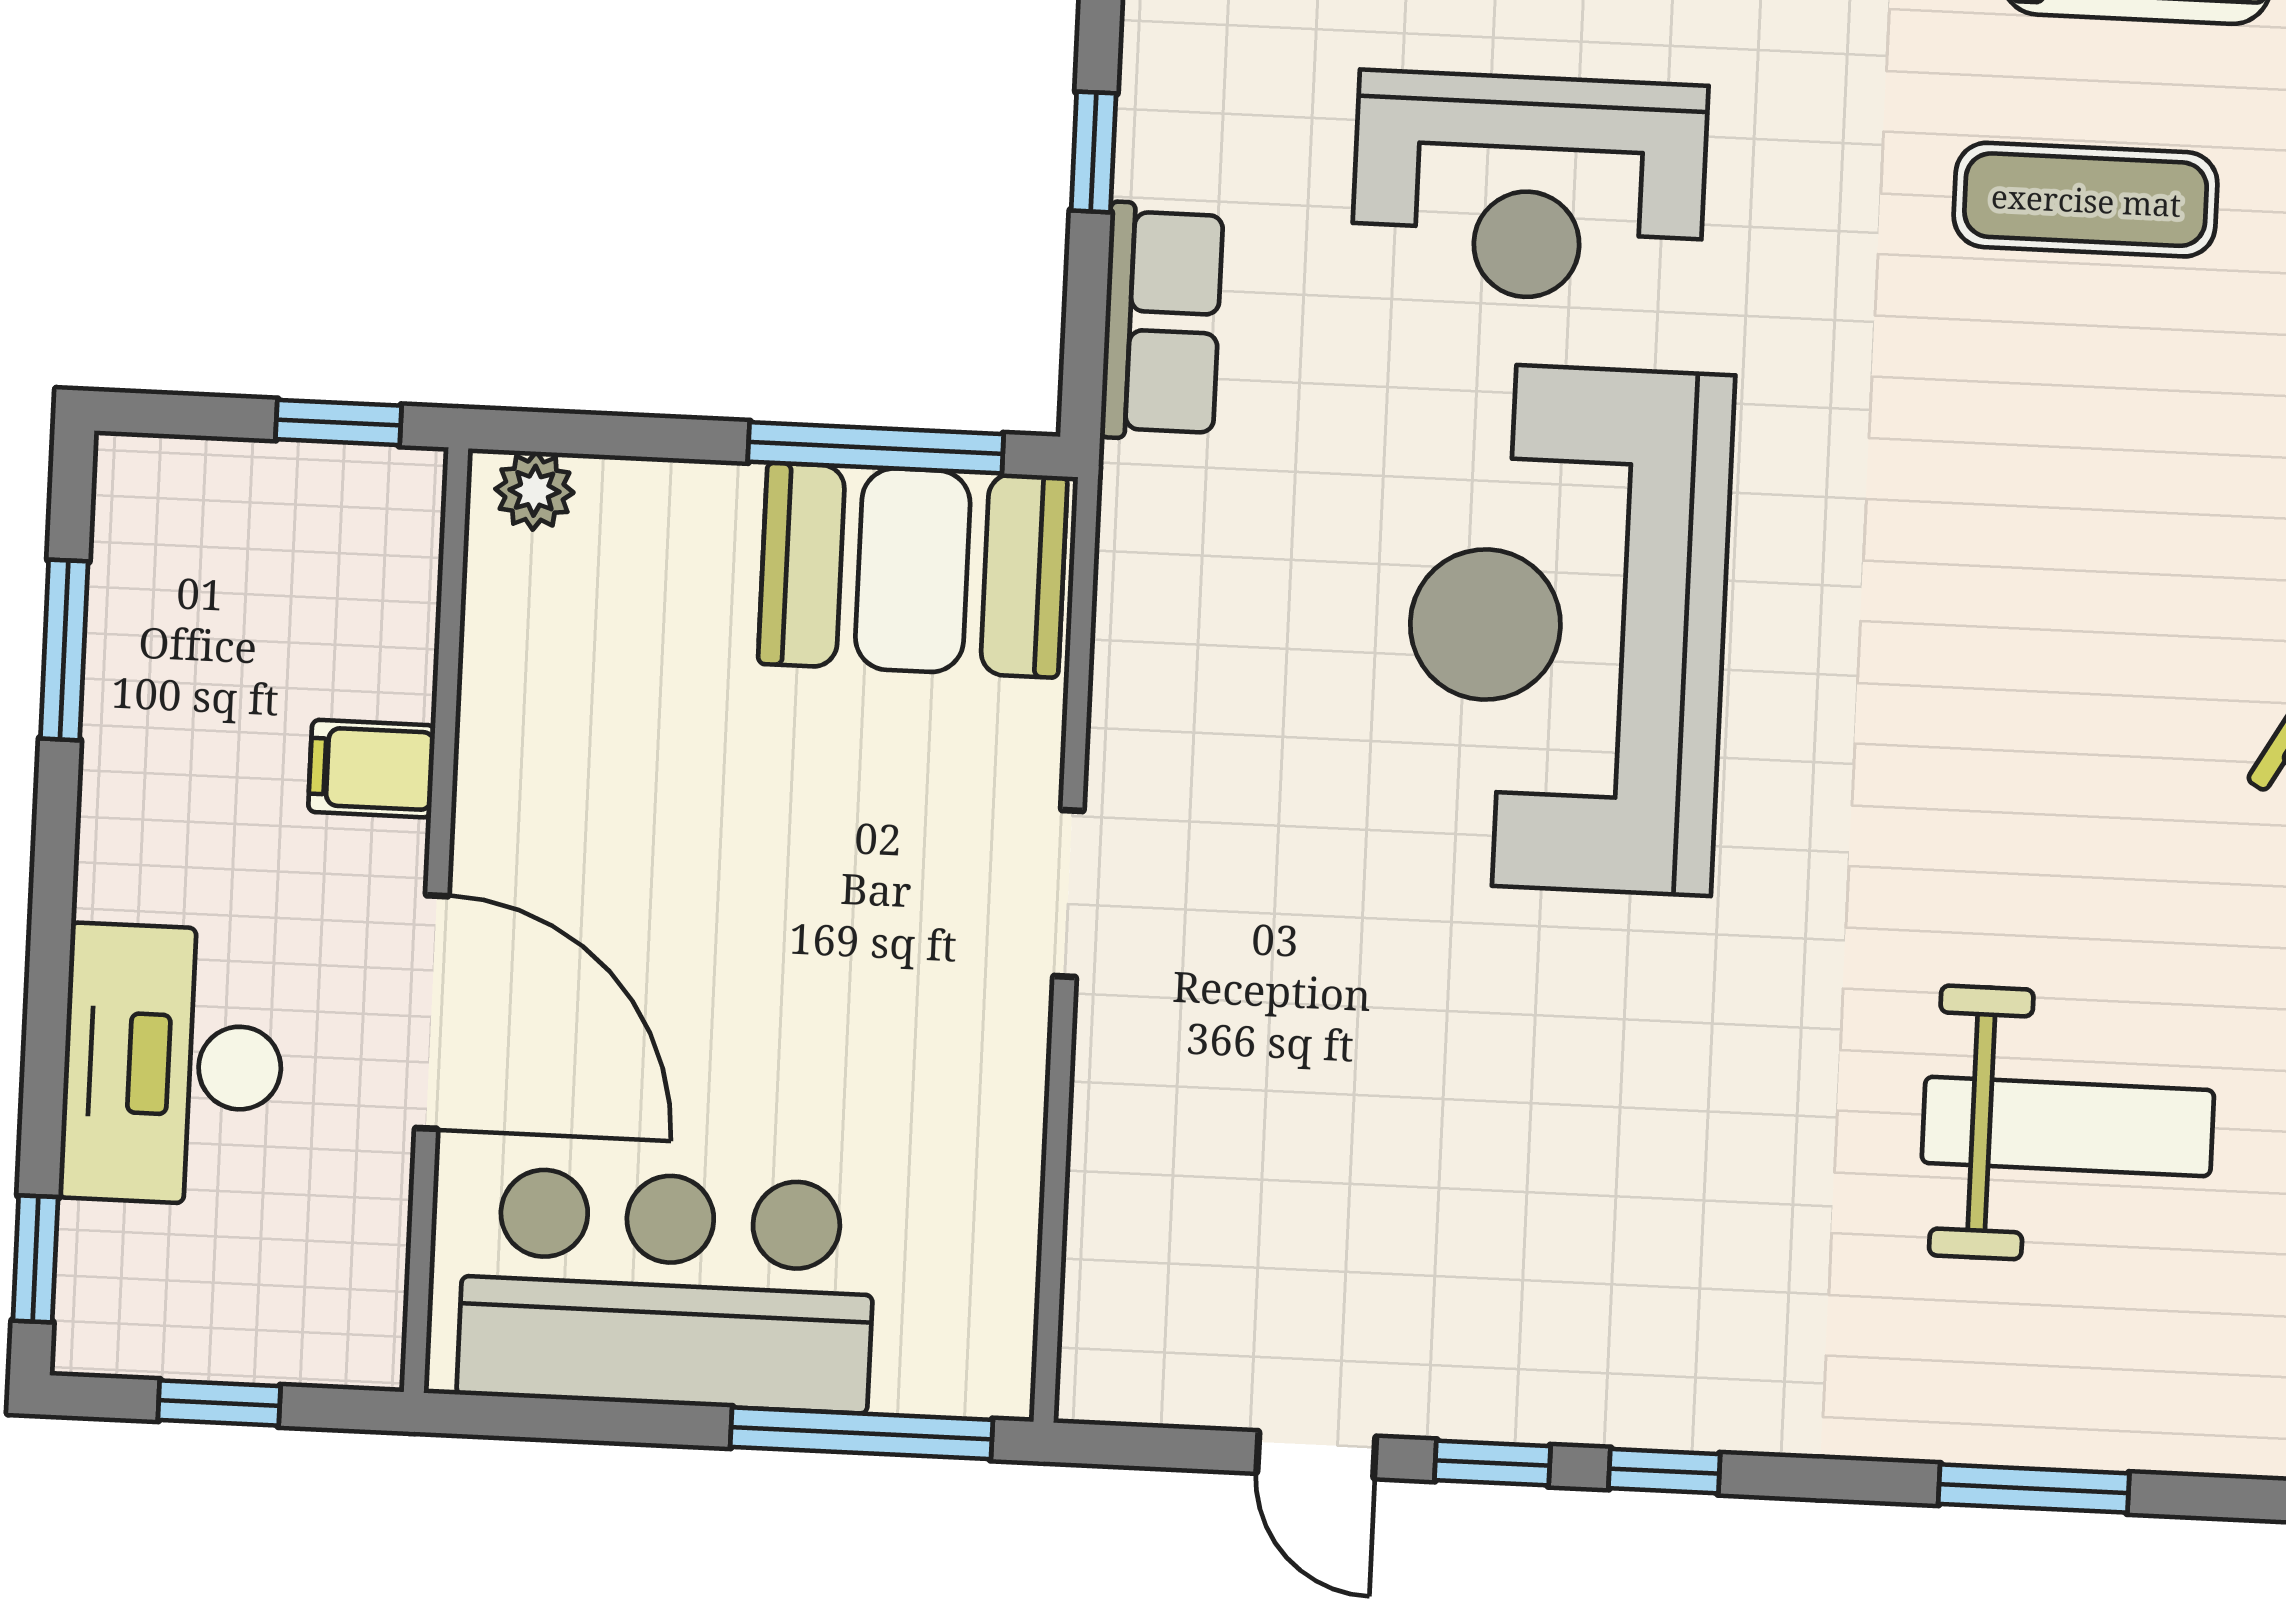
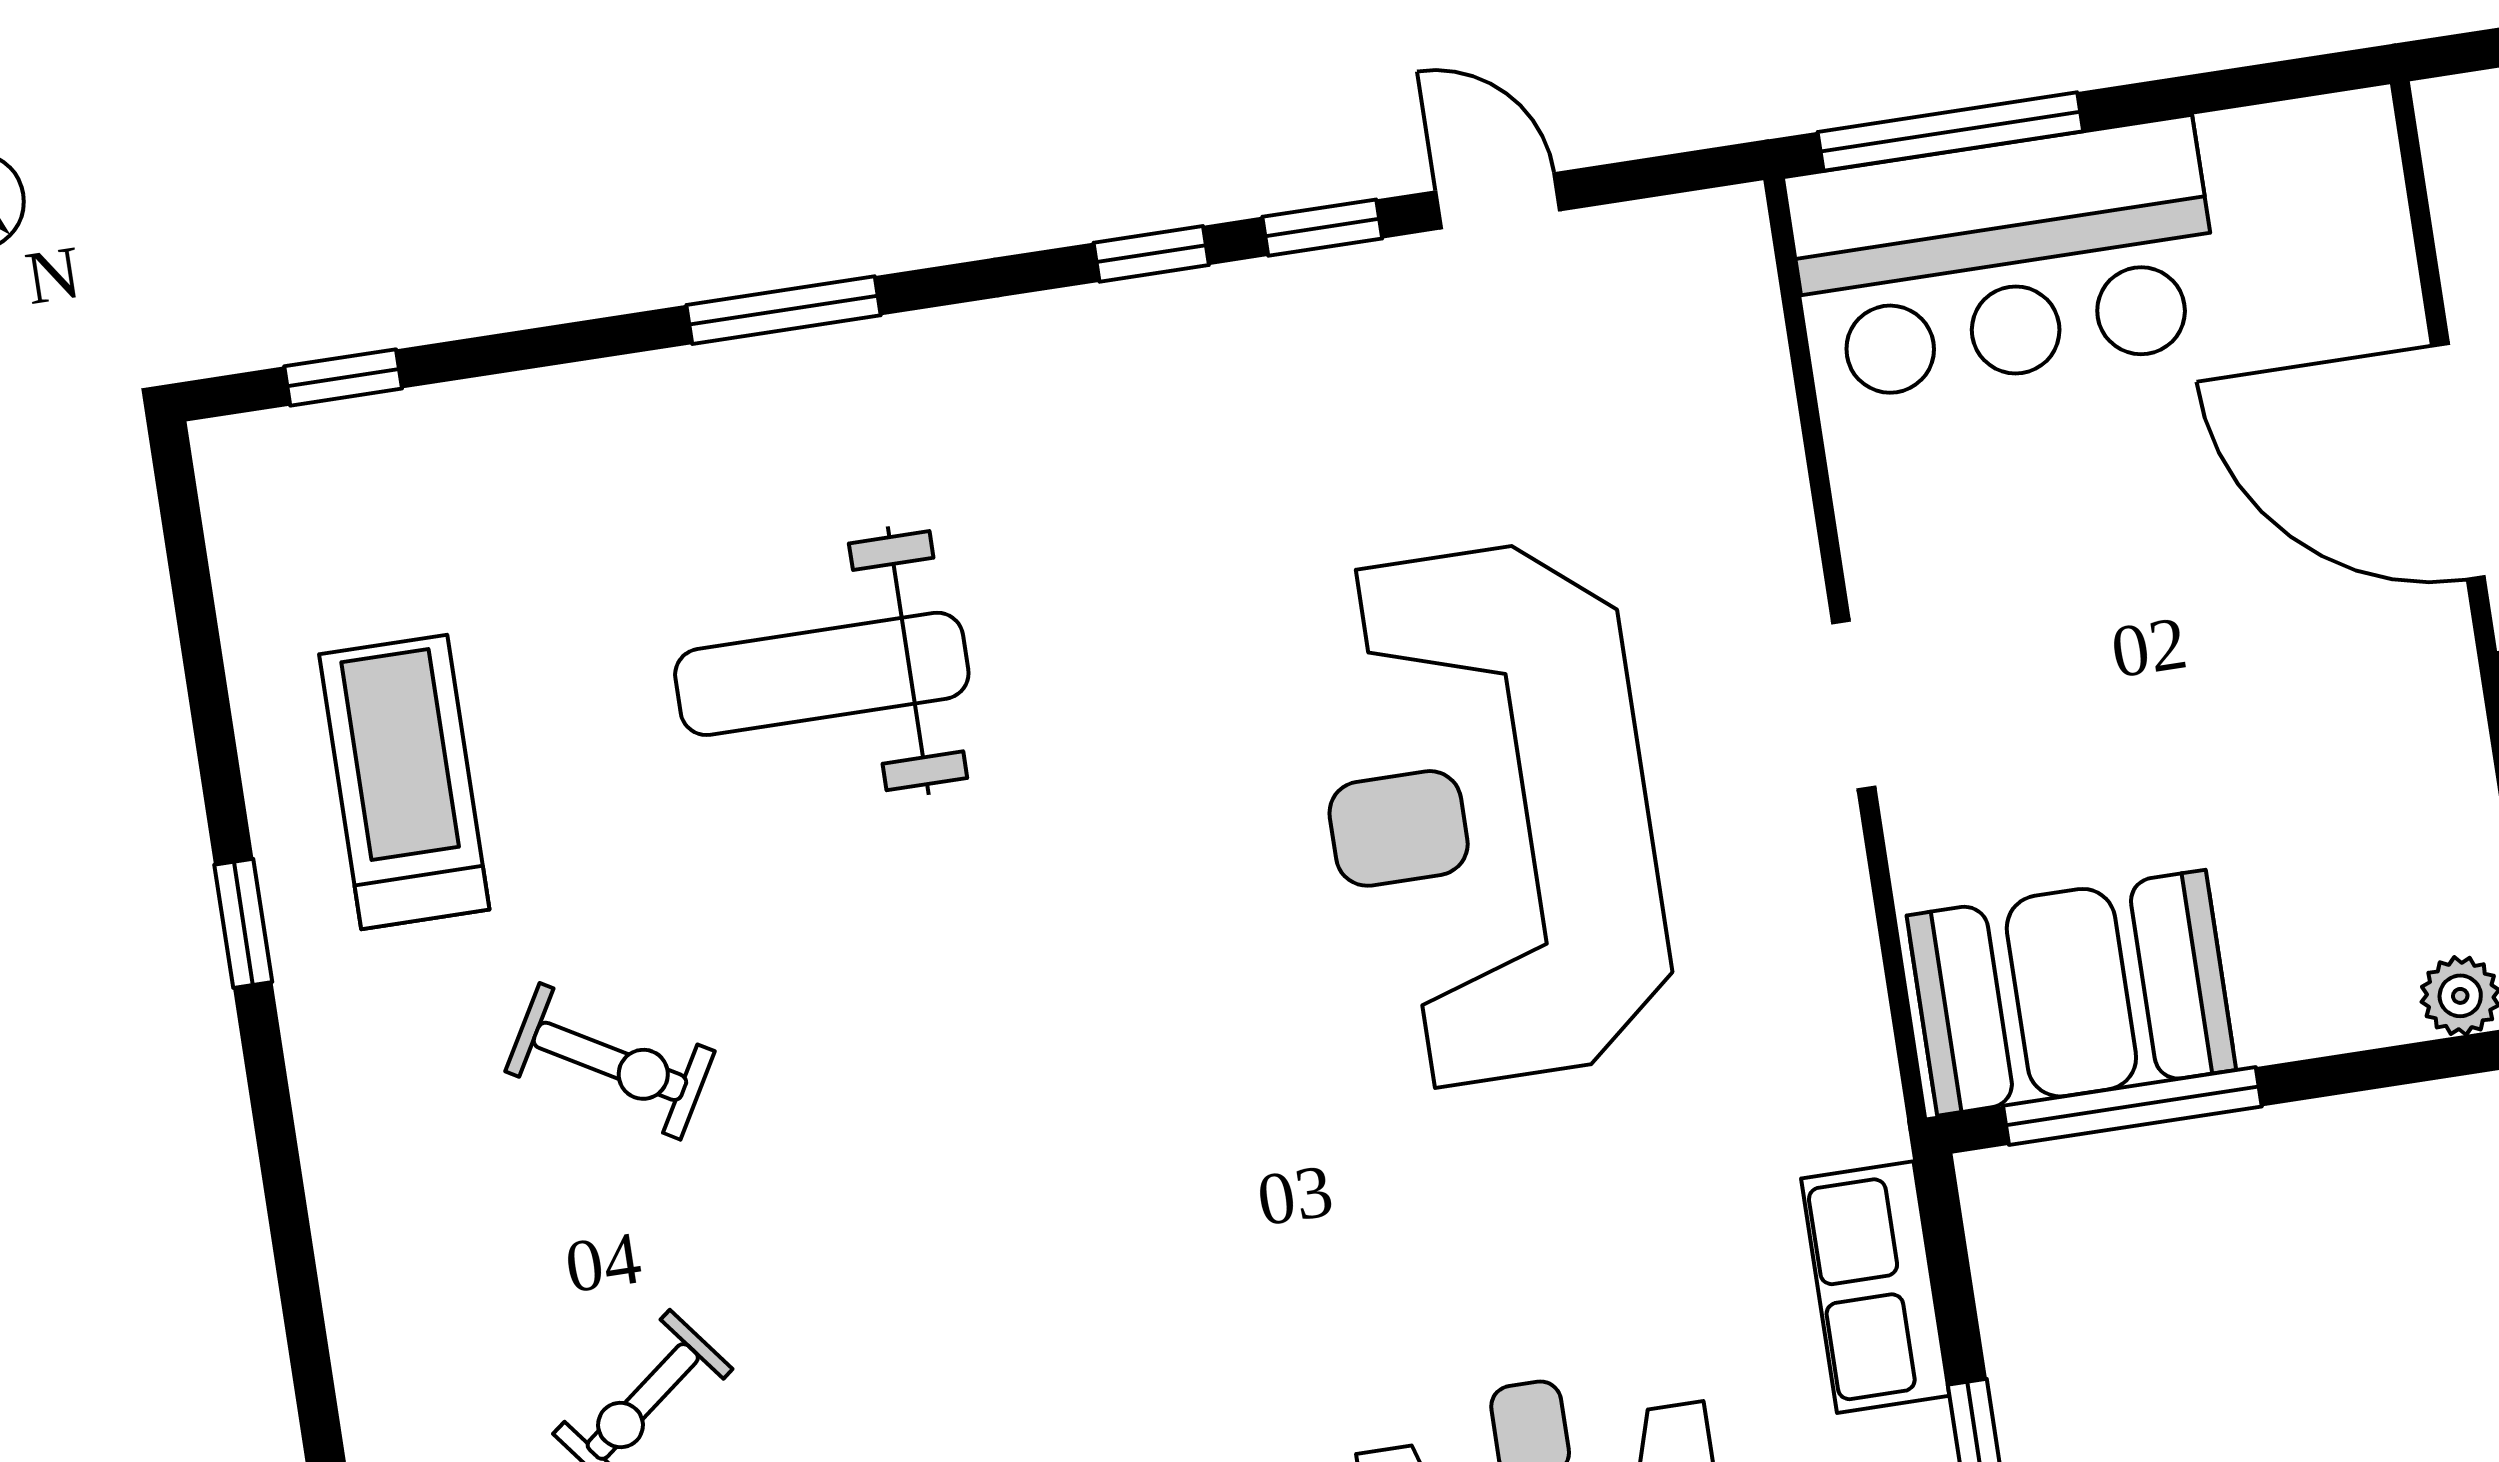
reception desk: (1567, 628) -> (1489, 815), moved, turned 180
bar counter: (667, 1290) -> (2005, 260), moved

